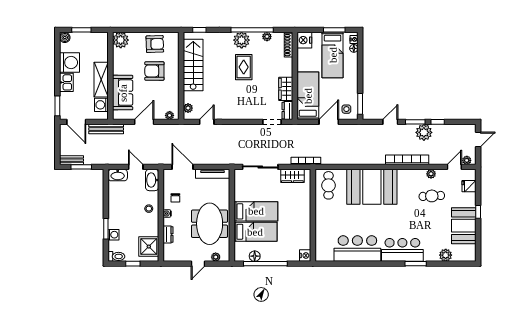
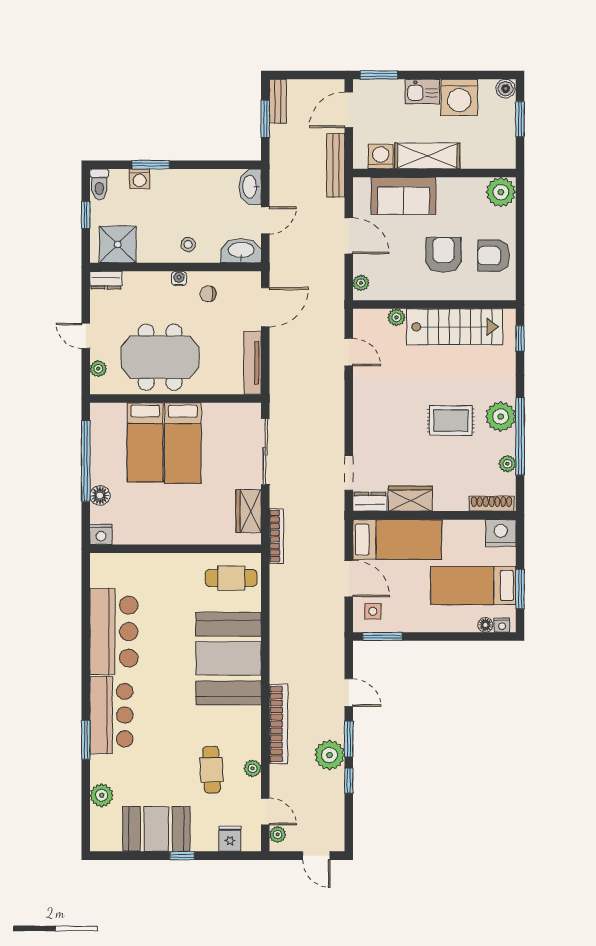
armchair: (155, 44) -> (494, 256), turned 92
plant: (188, 108) -> (396, 317), moved
dresser: (168, 235) -> (106, 280), moved
floor lamp: (255, 256) -> (100, 496), moved

